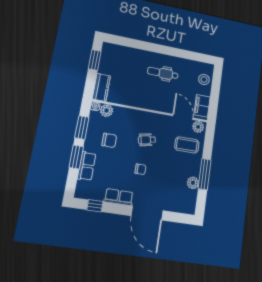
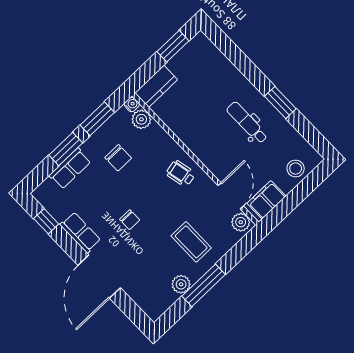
window: (172, 51) -> (280, 102), added
wheelchair: (147, 140) -> (181, 174), moved
coffee table: (187, 145) -> (191, 242), moved

